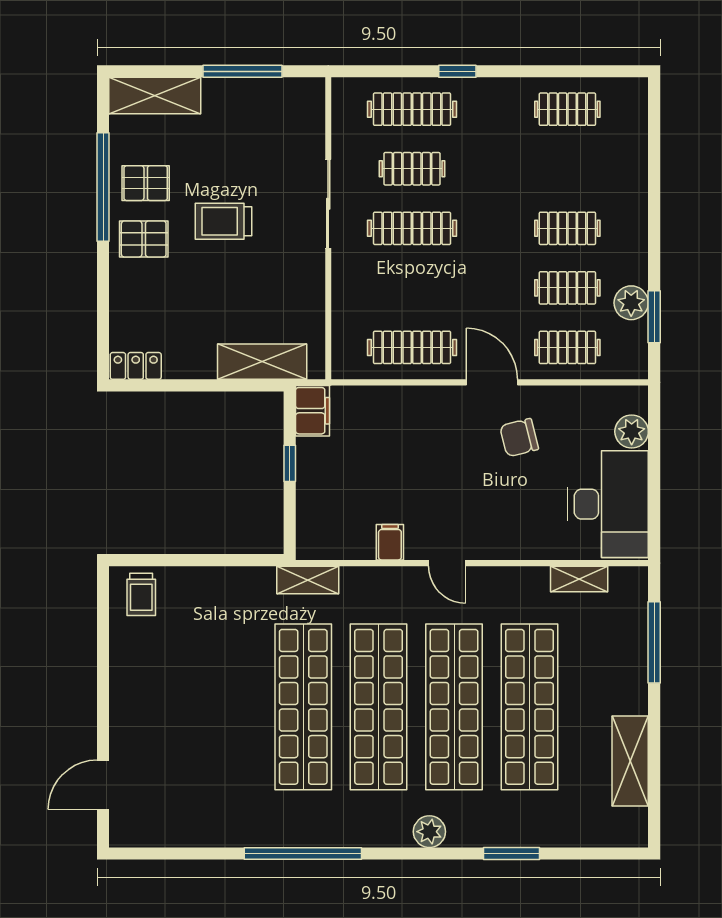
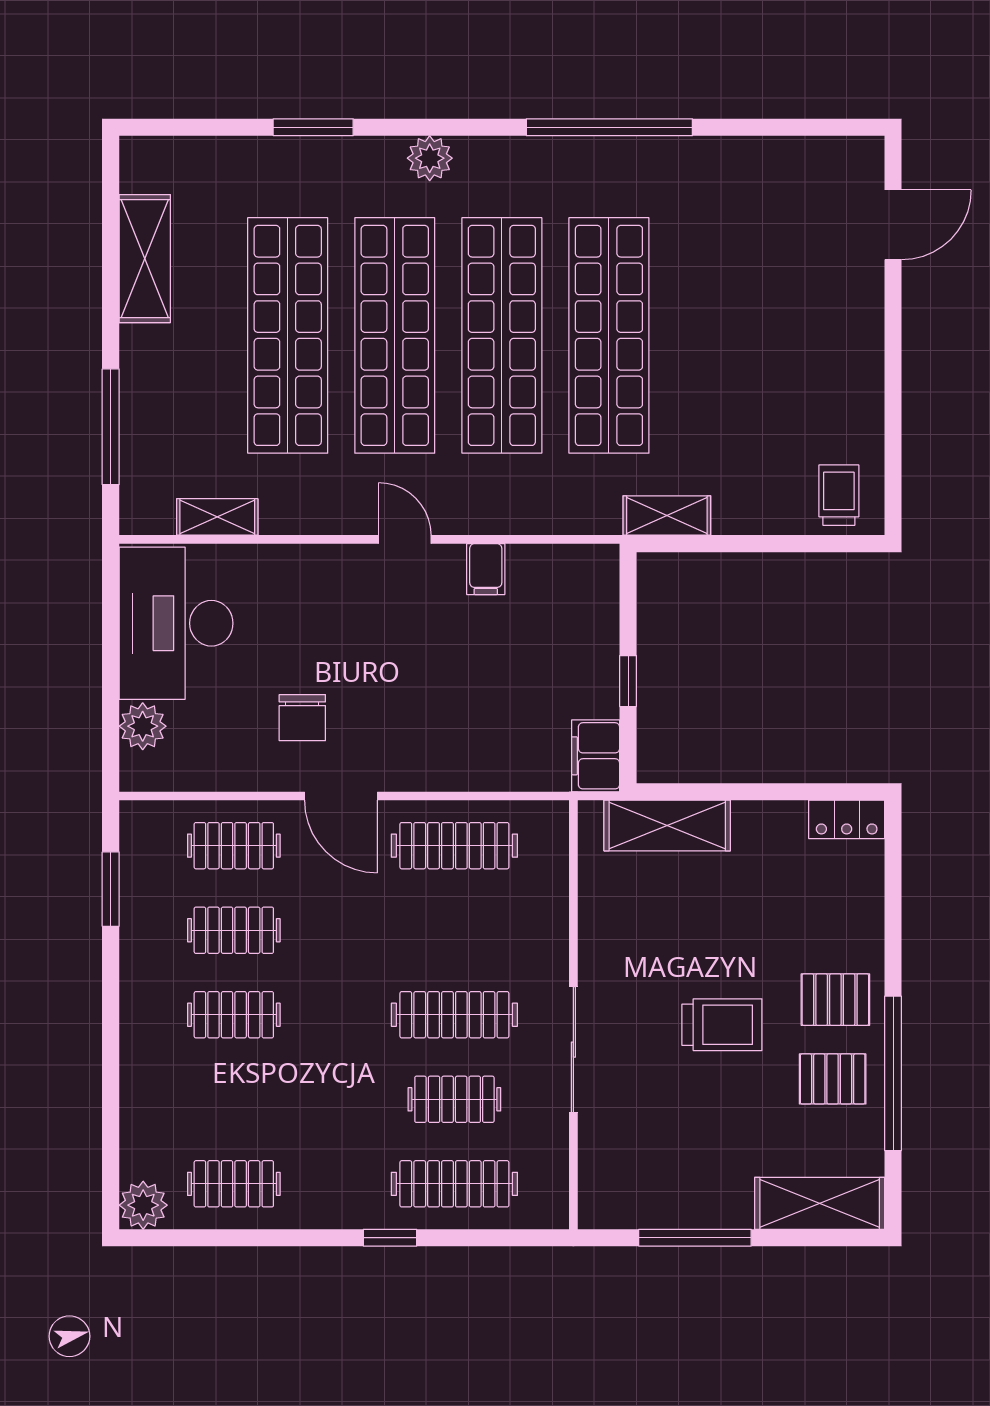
plant: (631, 303) -> (143, 1205), moved
chair: (519, 438) -> (302, 718), turned 104
shelving: (308, 580) -> (667, 516), moved

